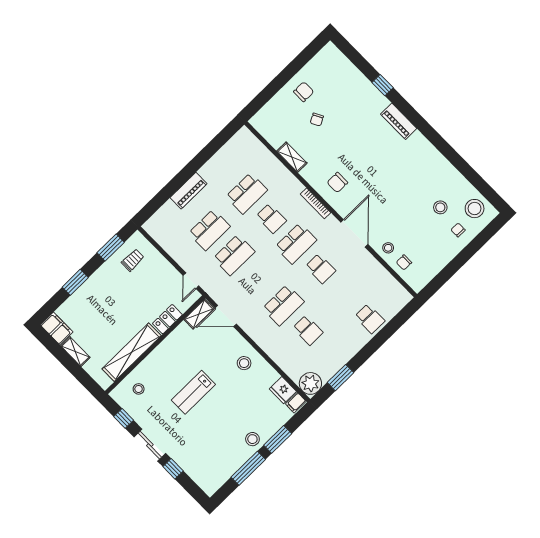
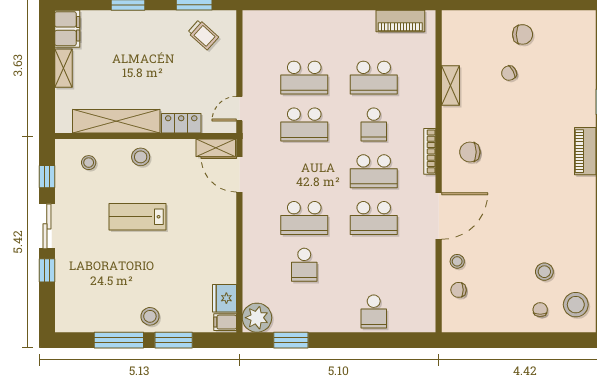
piano: (189, 191) -> (400, 21), moved
trolley: (133, 260) -> (203, 35), turned 42
school desk: (321, 269) -> (374, 218), width x1.85
stool: (244, 363) -> (141, 157), moved

